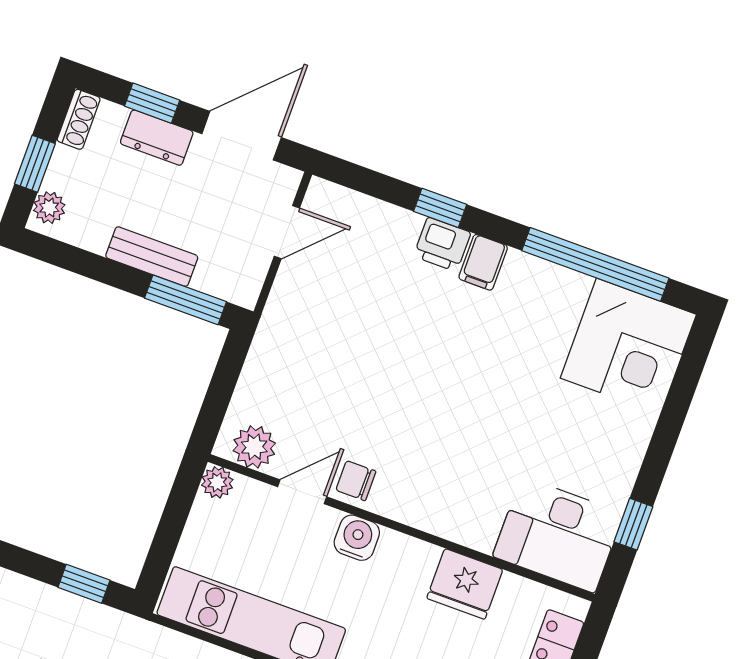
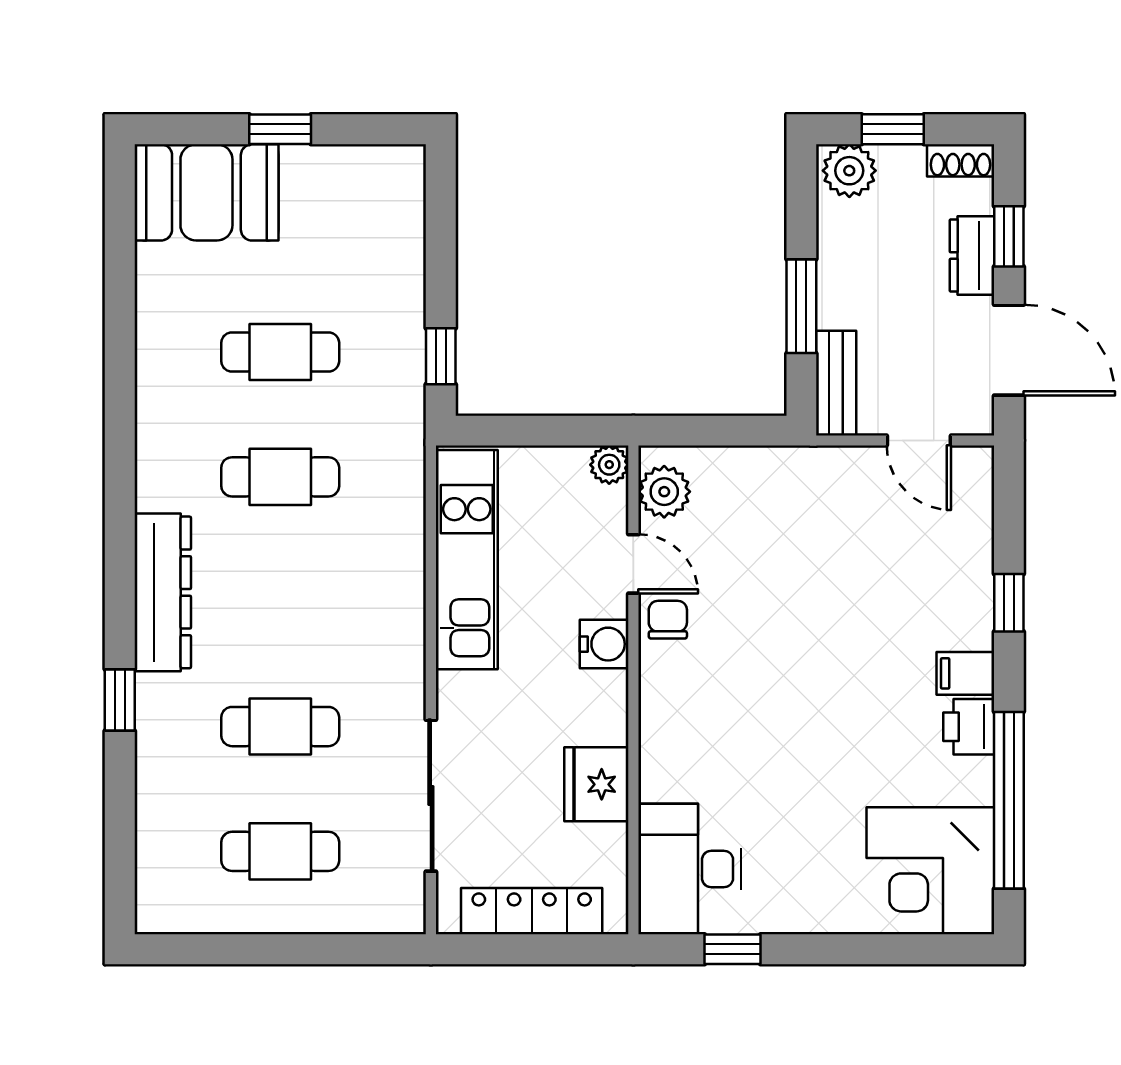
plant: (49, 208) -> (849, 171), width x1.38, depth x1.38
printer: (442, 244) -> (969, 727), moved
bench: (152, 257) -> (836, 383), moved
window: (185, 300) -> (801, 306), moved

